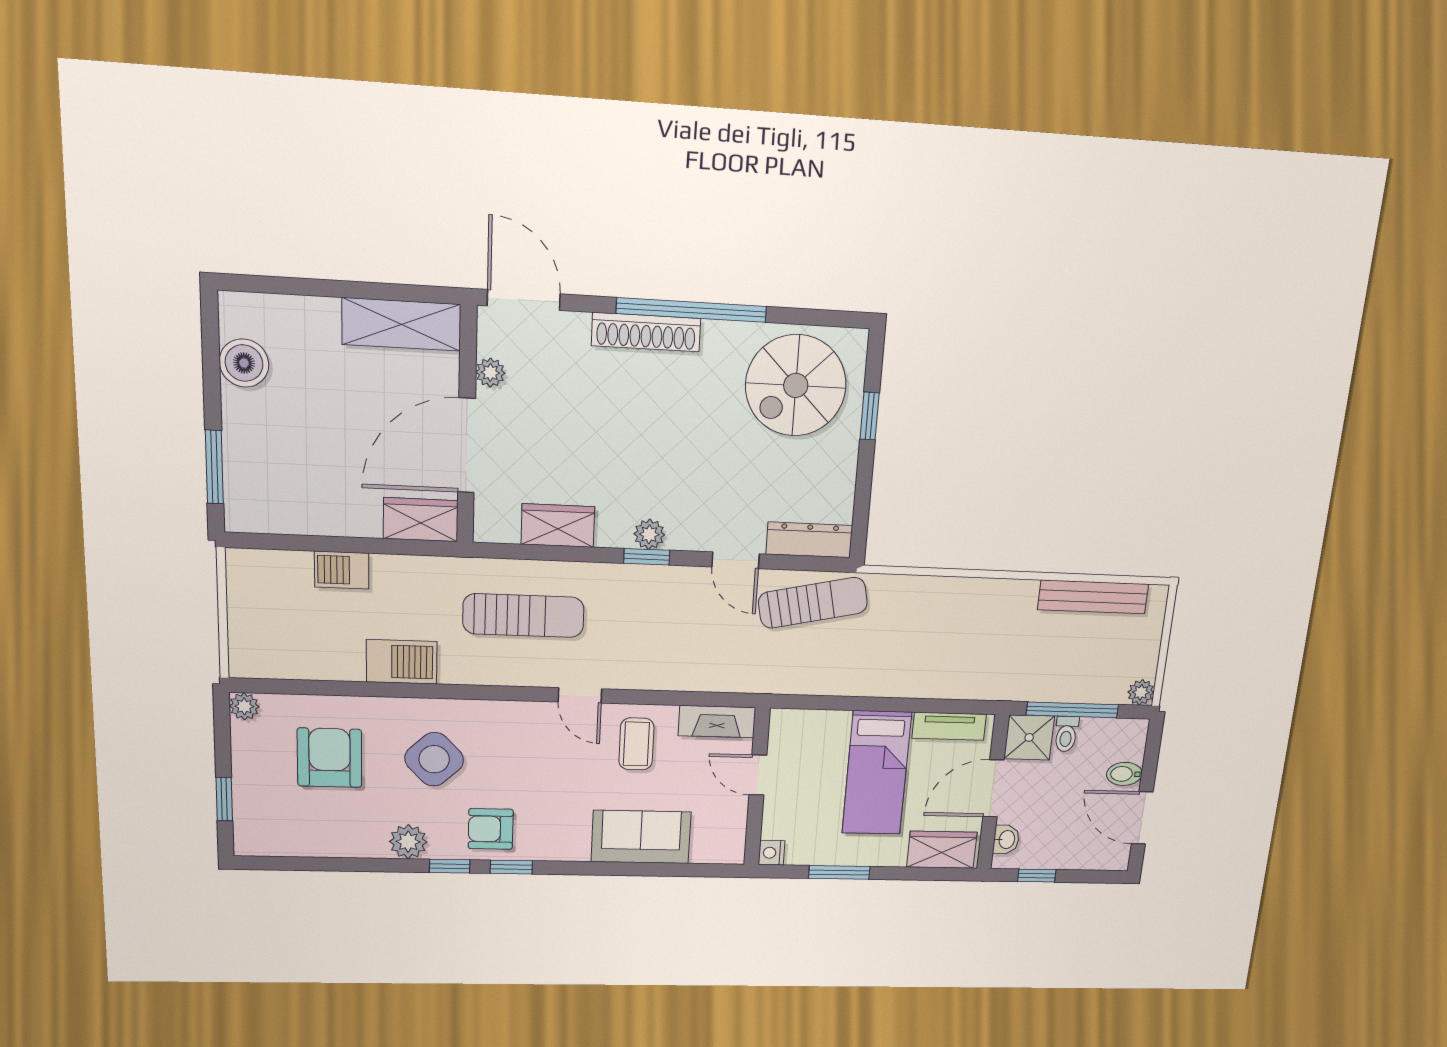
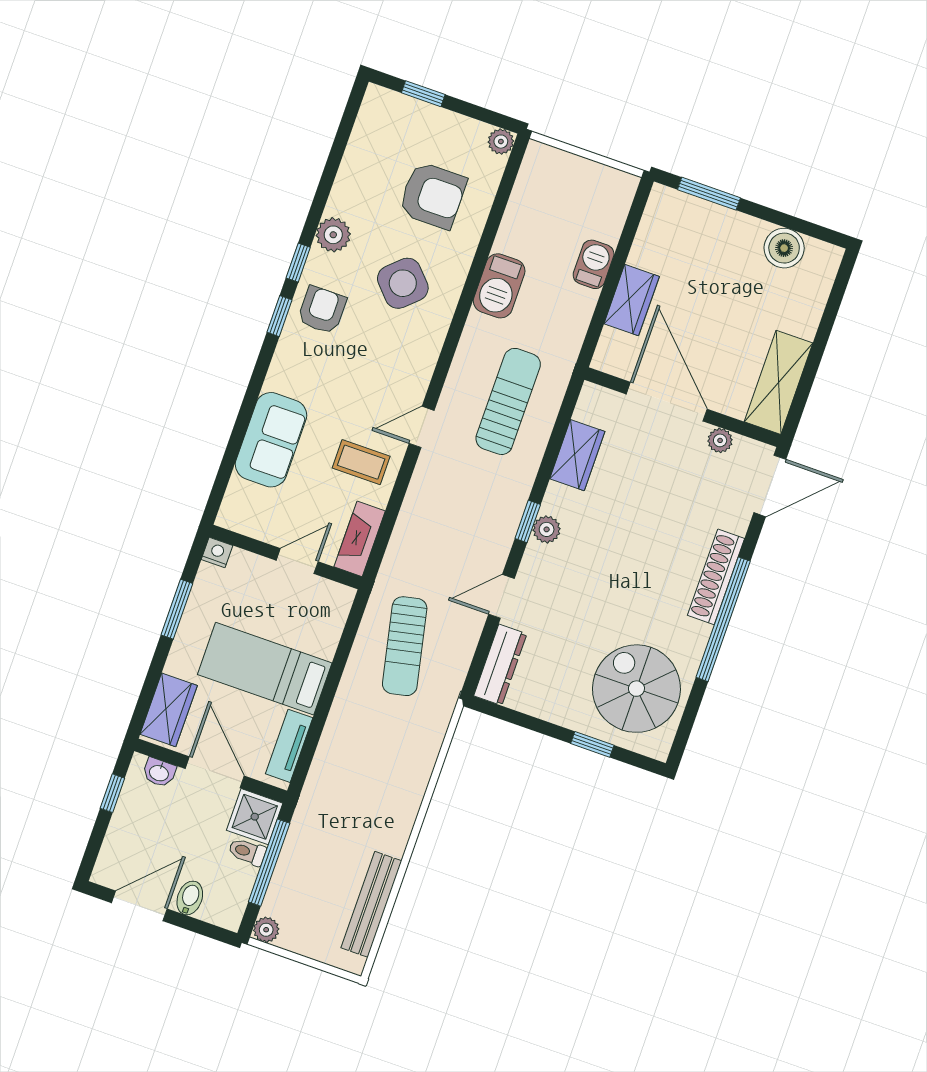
wardrobe: (421, 520) -> (632, 300), moved
sun lounger: (813, 603) -> (405, 646), moved
sun lounger: (523, 616) -> (508, 401), turned 180

